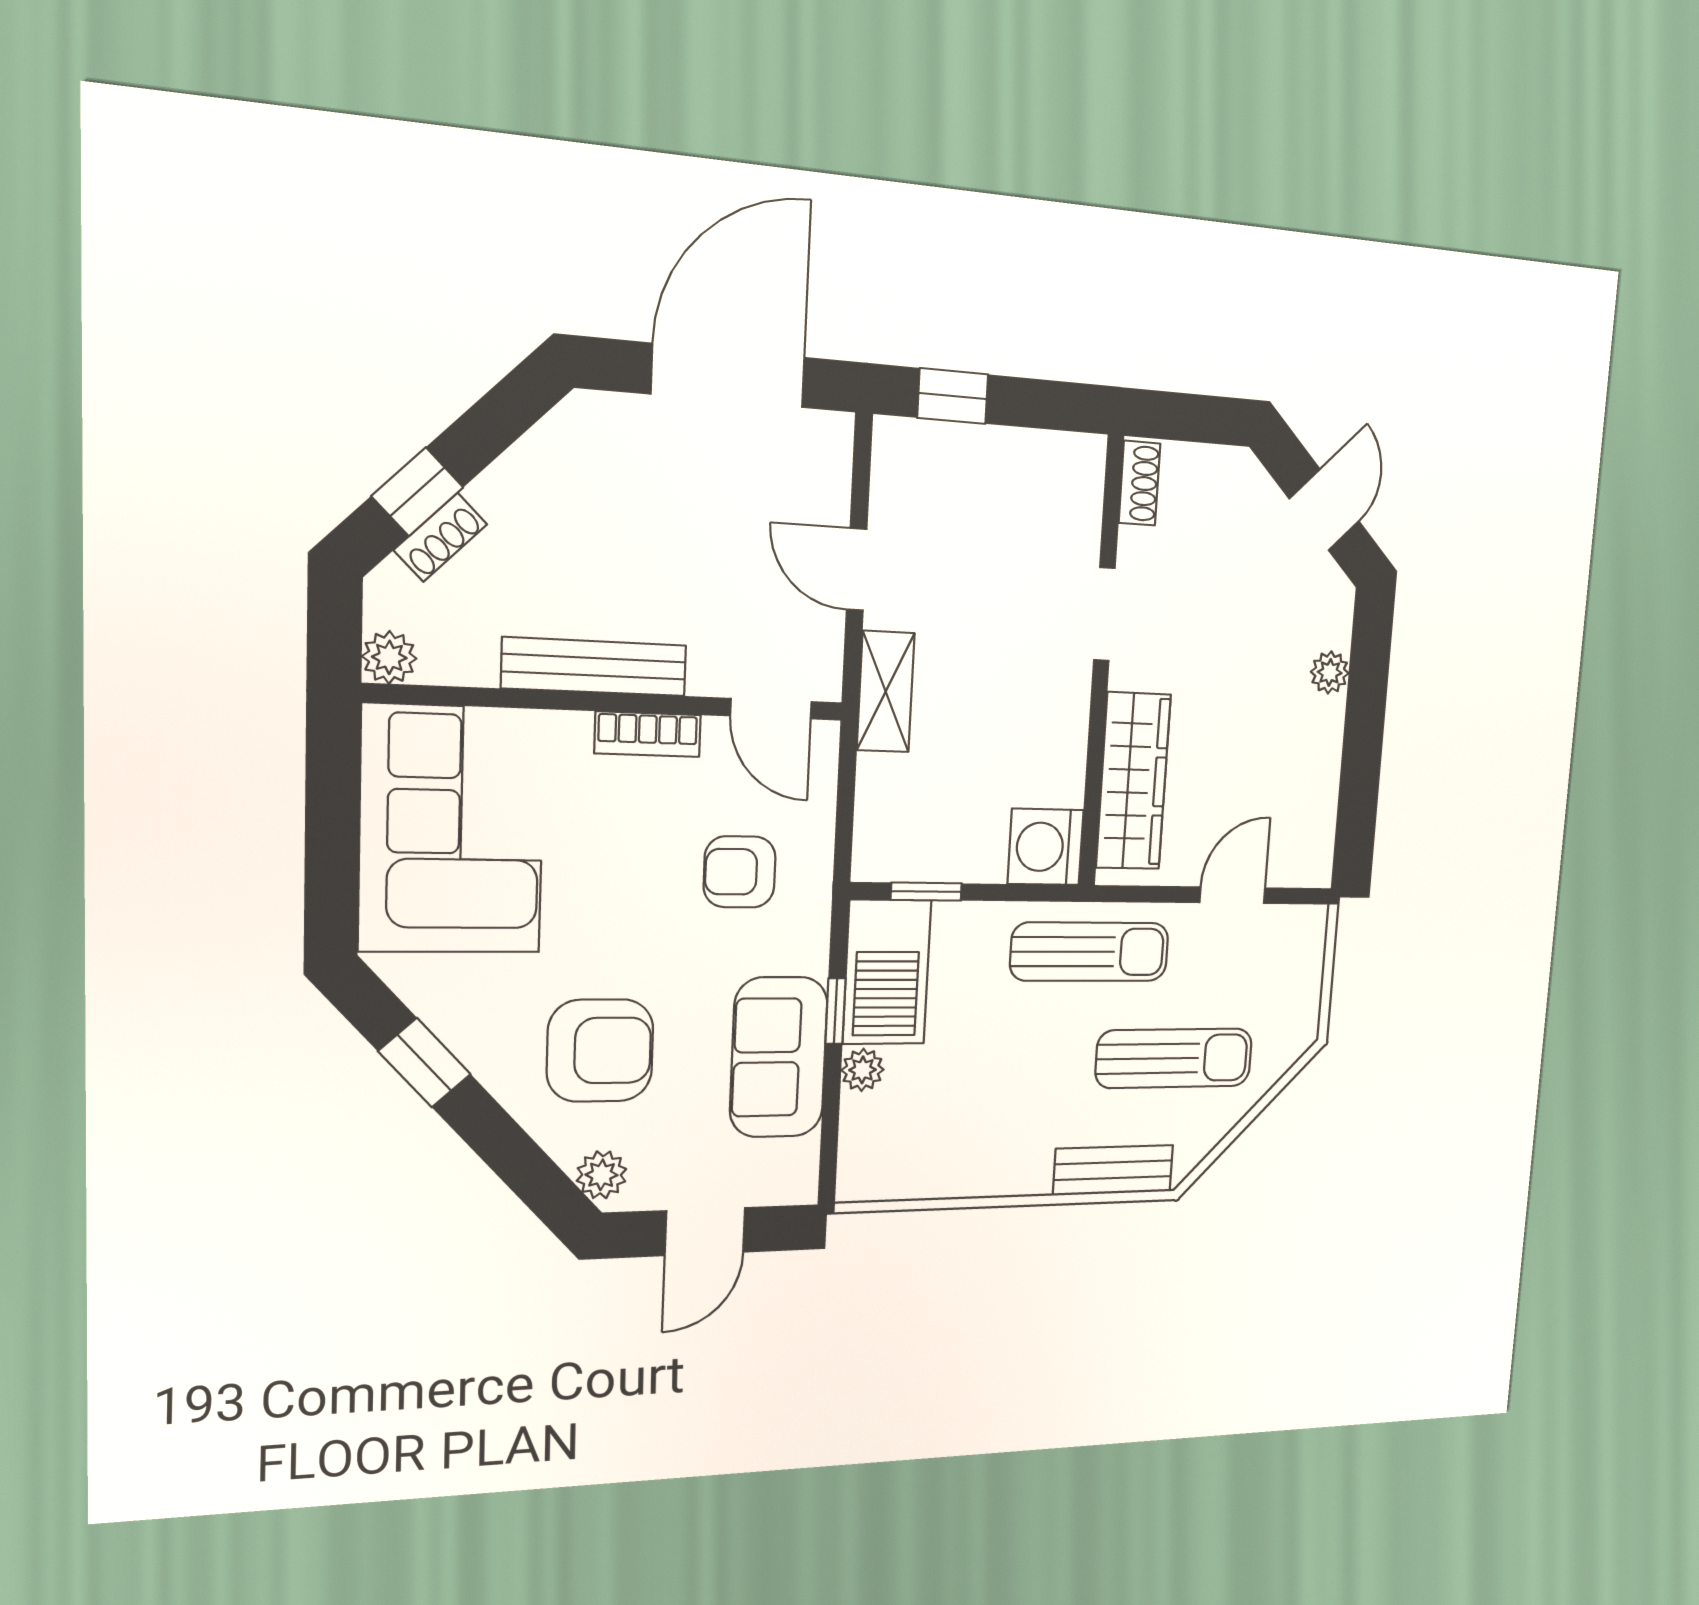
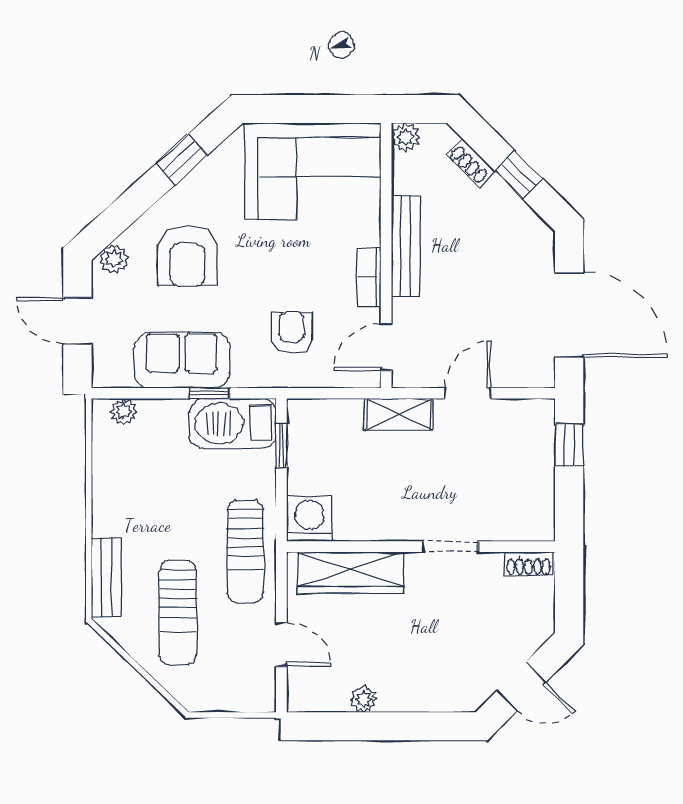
window: (417, 492) -> (519, 175), moved
plant: (1330, 672) -> (363, 699), moved
plant: (862, 1070) -> (124, 412), moved

